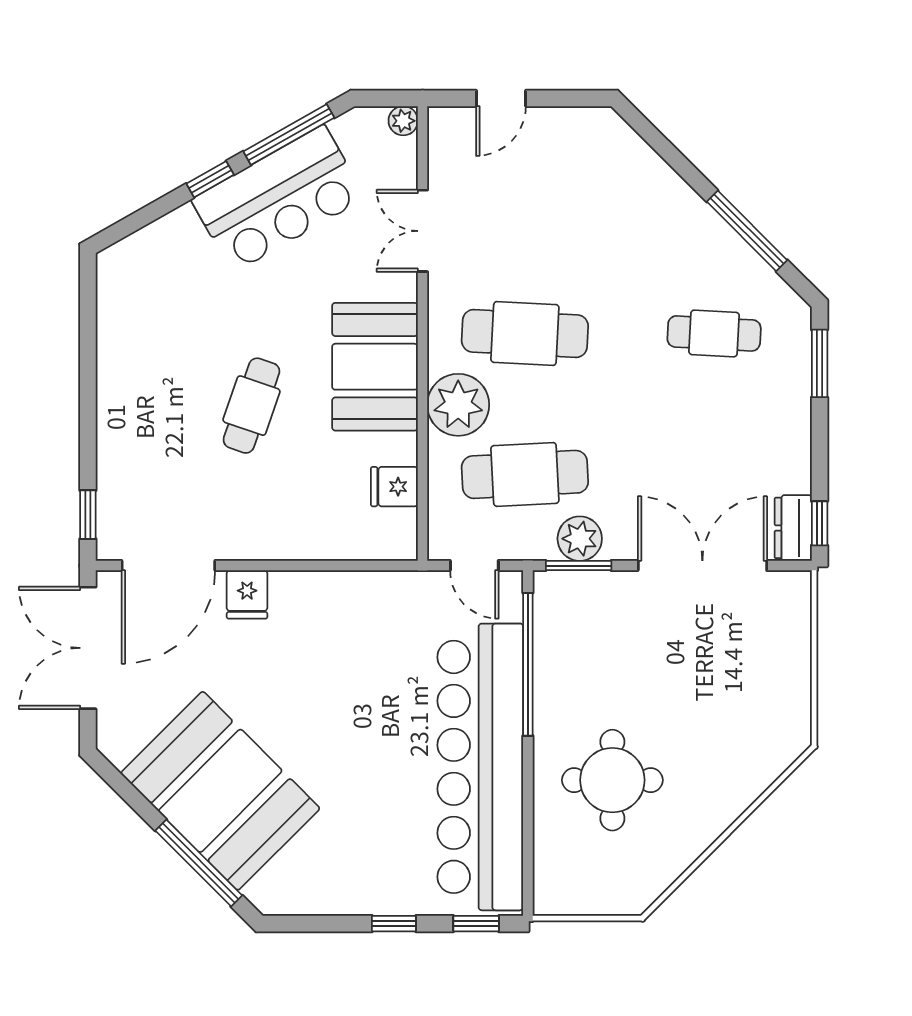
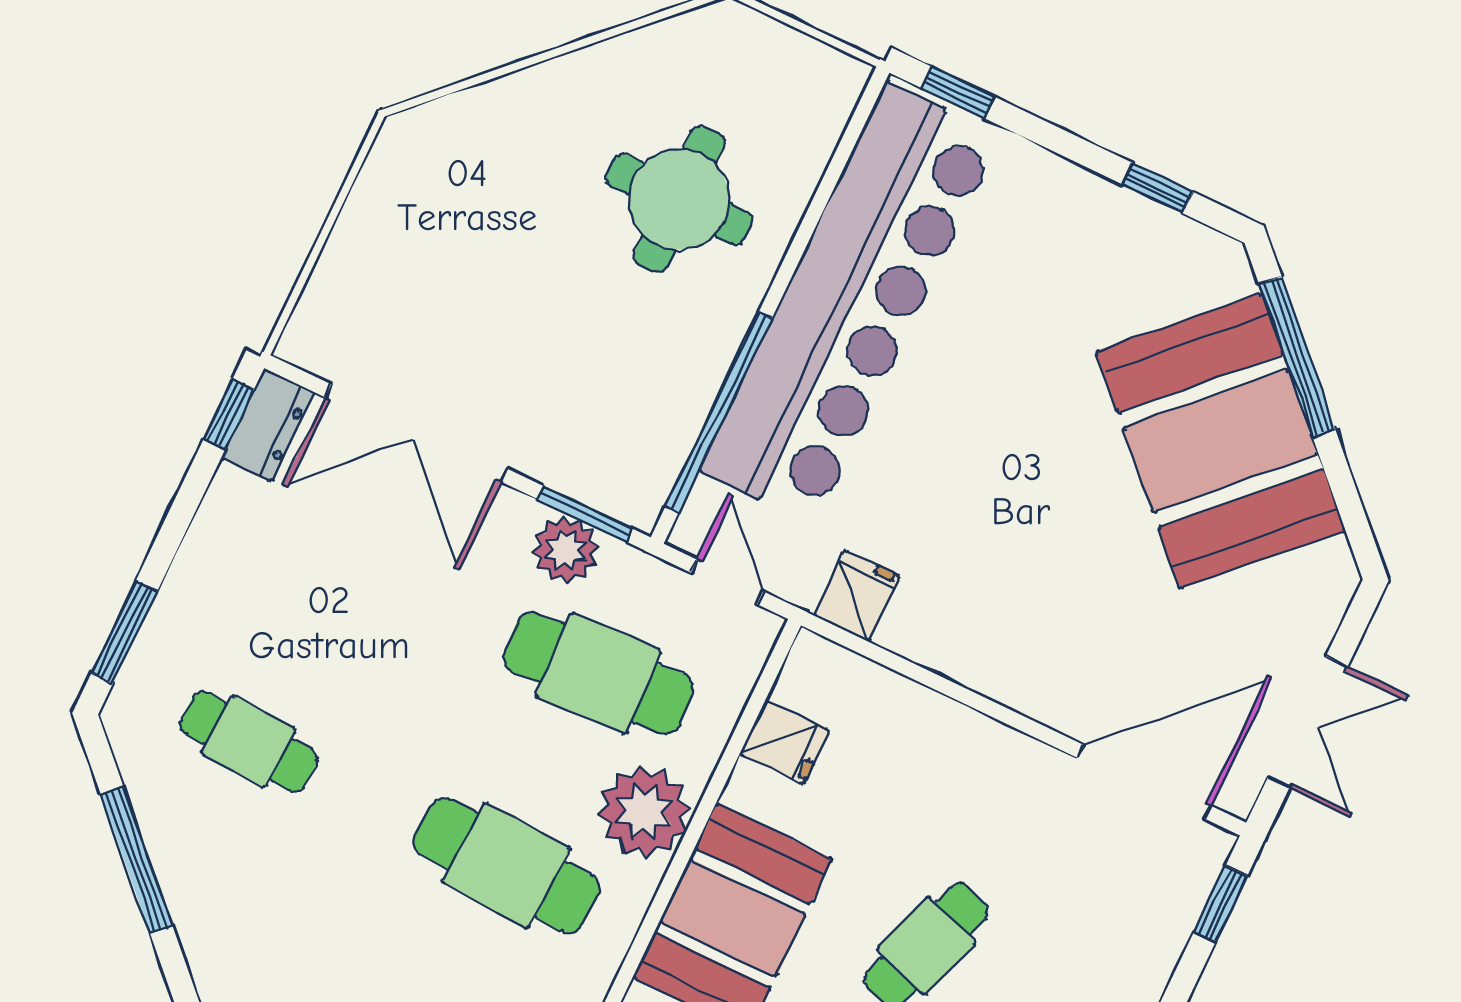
fridge: (247, 594) -> (857, 596), moved
double door: (88, 648) -> (1308, 722), width x0.73
window: (394, 924) -> (1158, 188), moved

